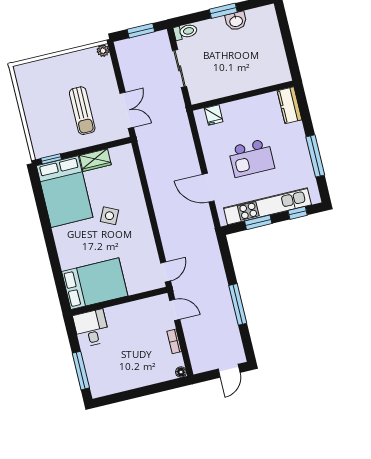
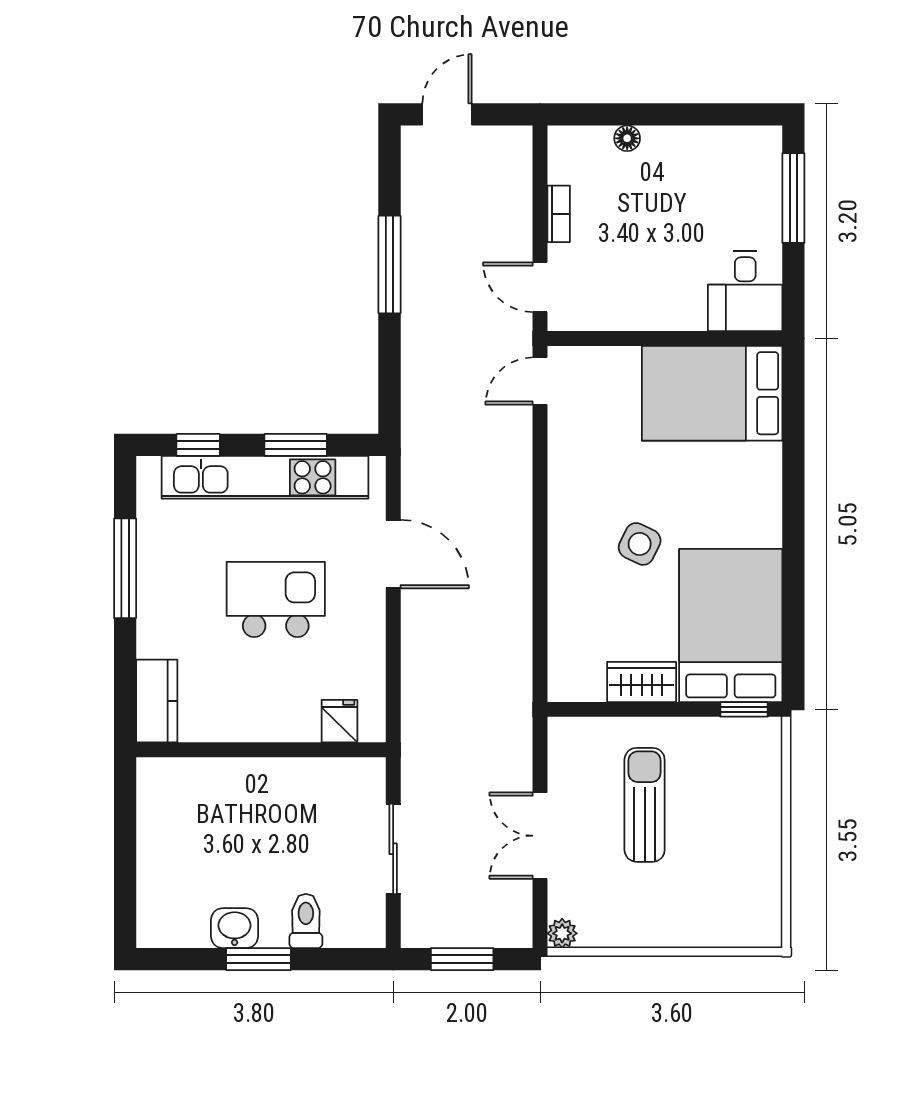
toilet: (185, 32) -> (306, 921), moved, turned 90
double door: (127, 110) -> (540, 836), moved
floor lamp: (181, 372) -> (627, 138), moved

